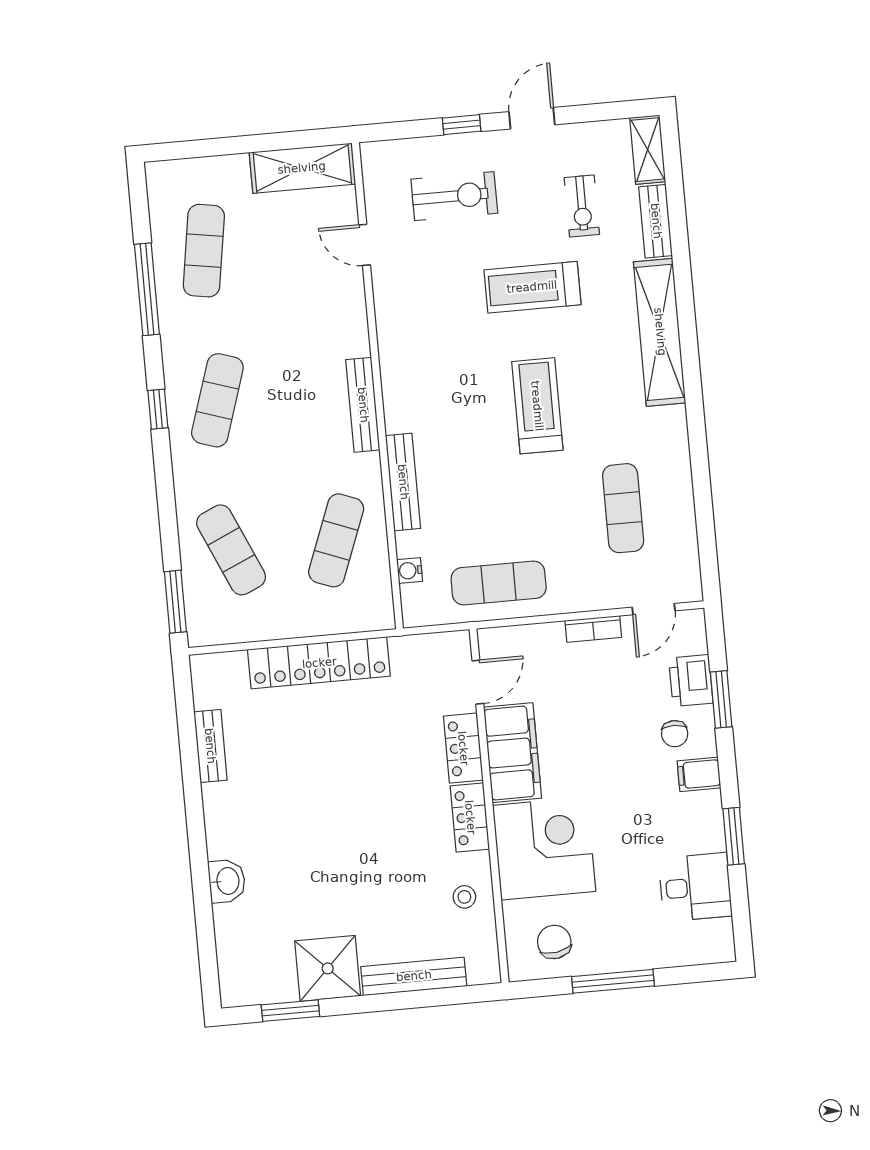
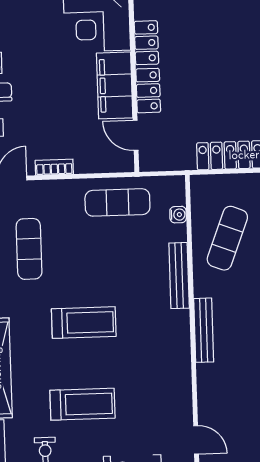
treadmill: (537, 406) -> (84, 323), turned -90
door: (478, 682) -> (136, 135), hinge flipped

